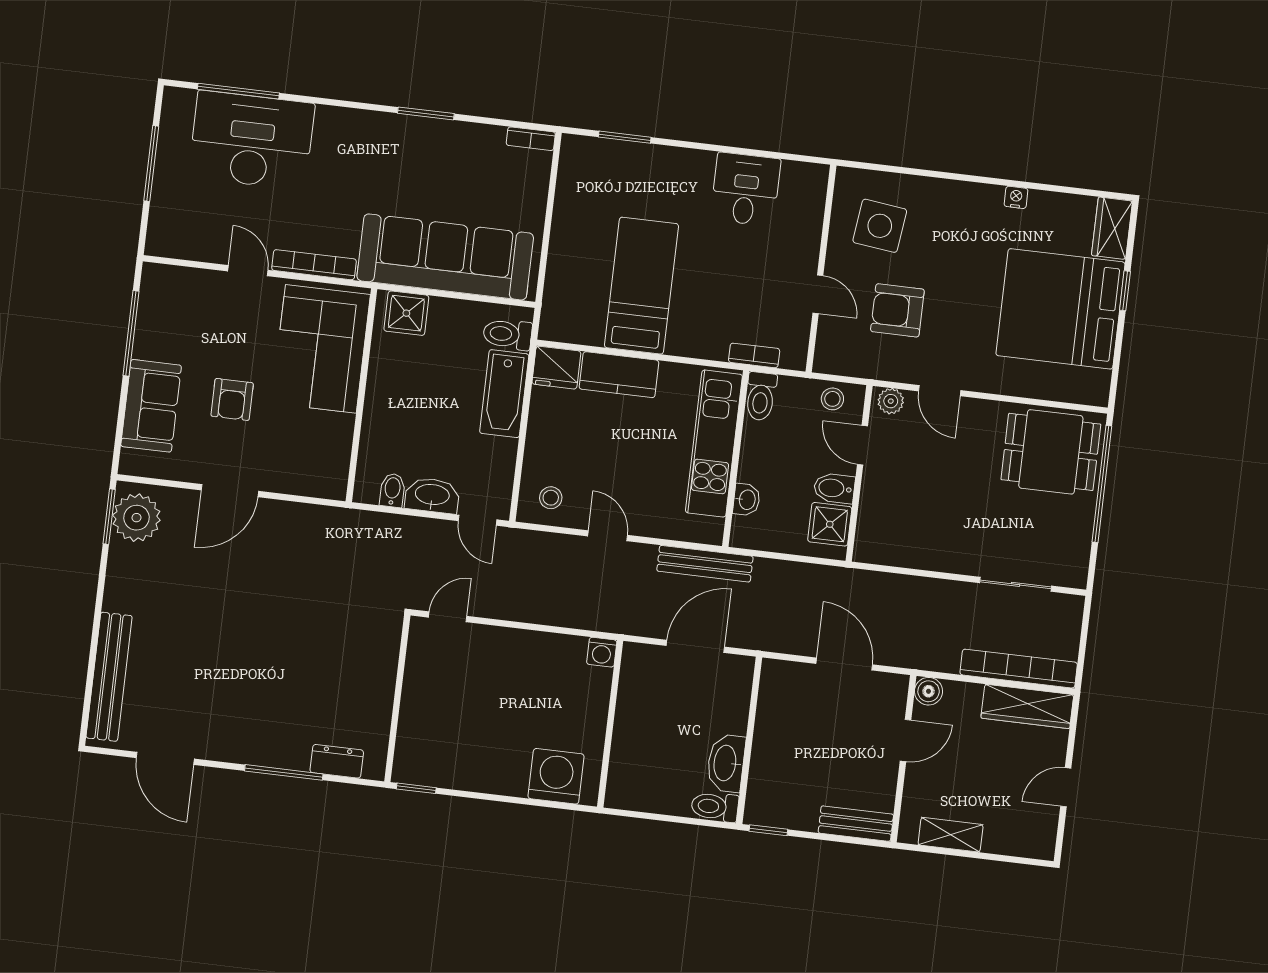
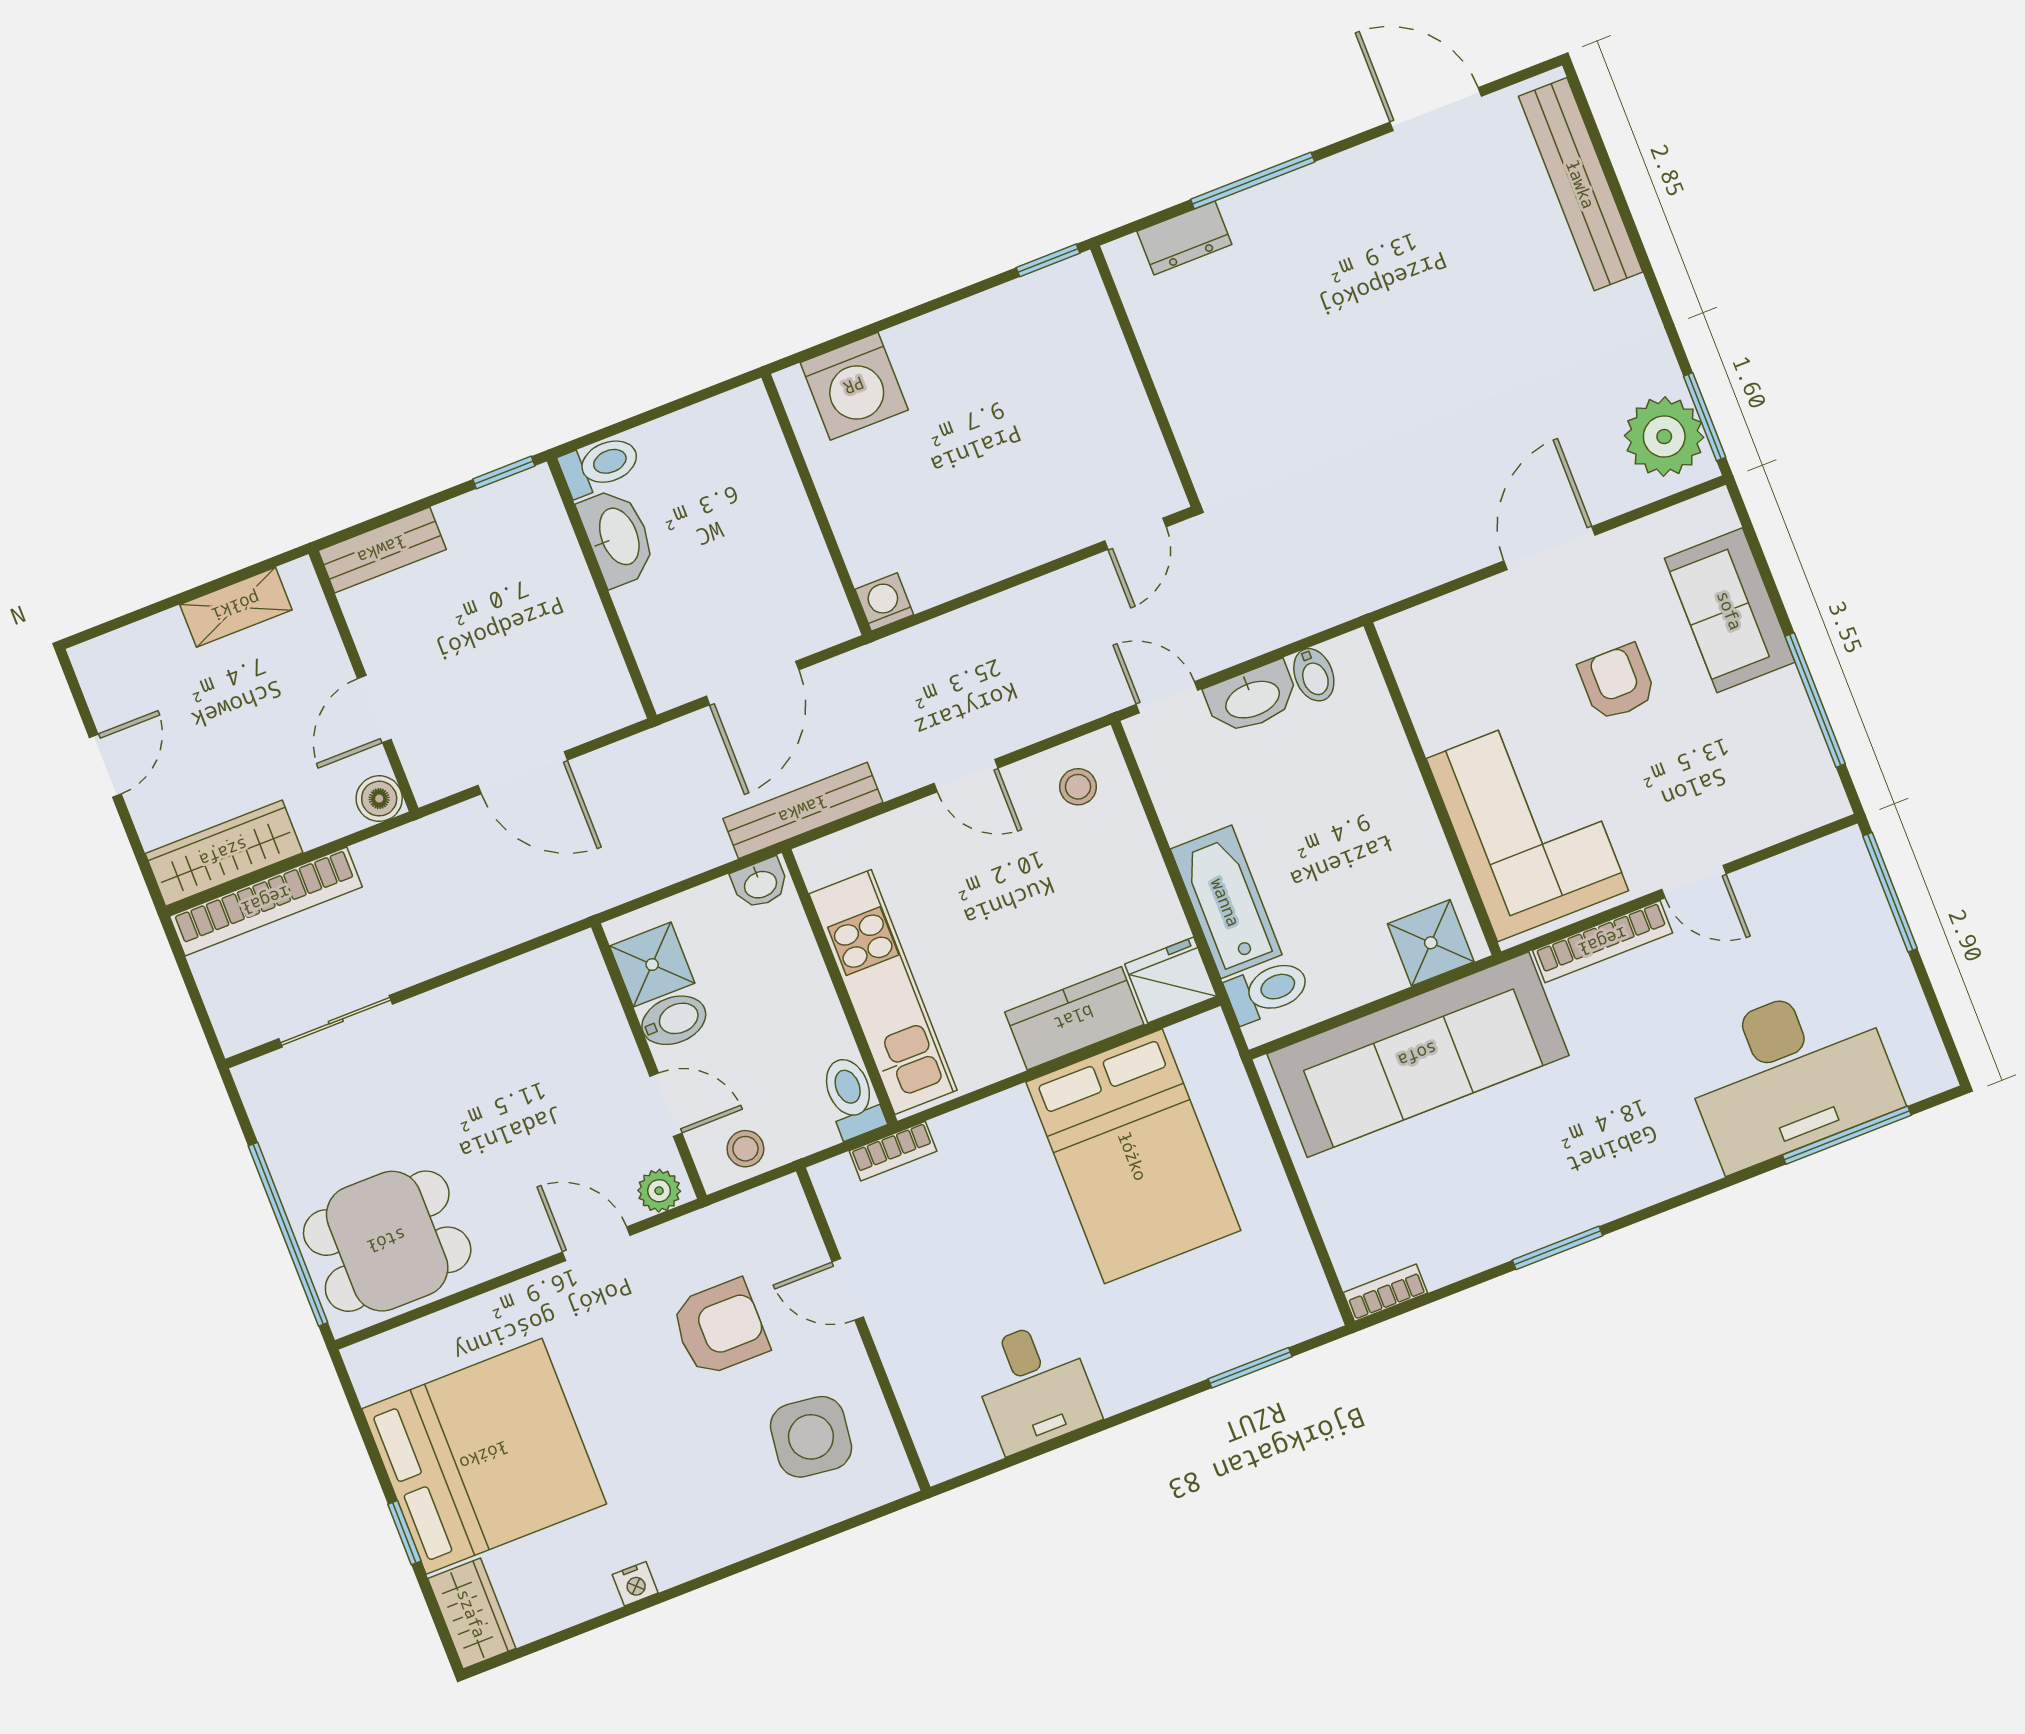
window: (151, 163) -> (1890, 892), moved
bed: (641, 286) -> (1133, 1156), width x1.50
washbasin: (747, 500) -> (760, 883), moved, turned -90

